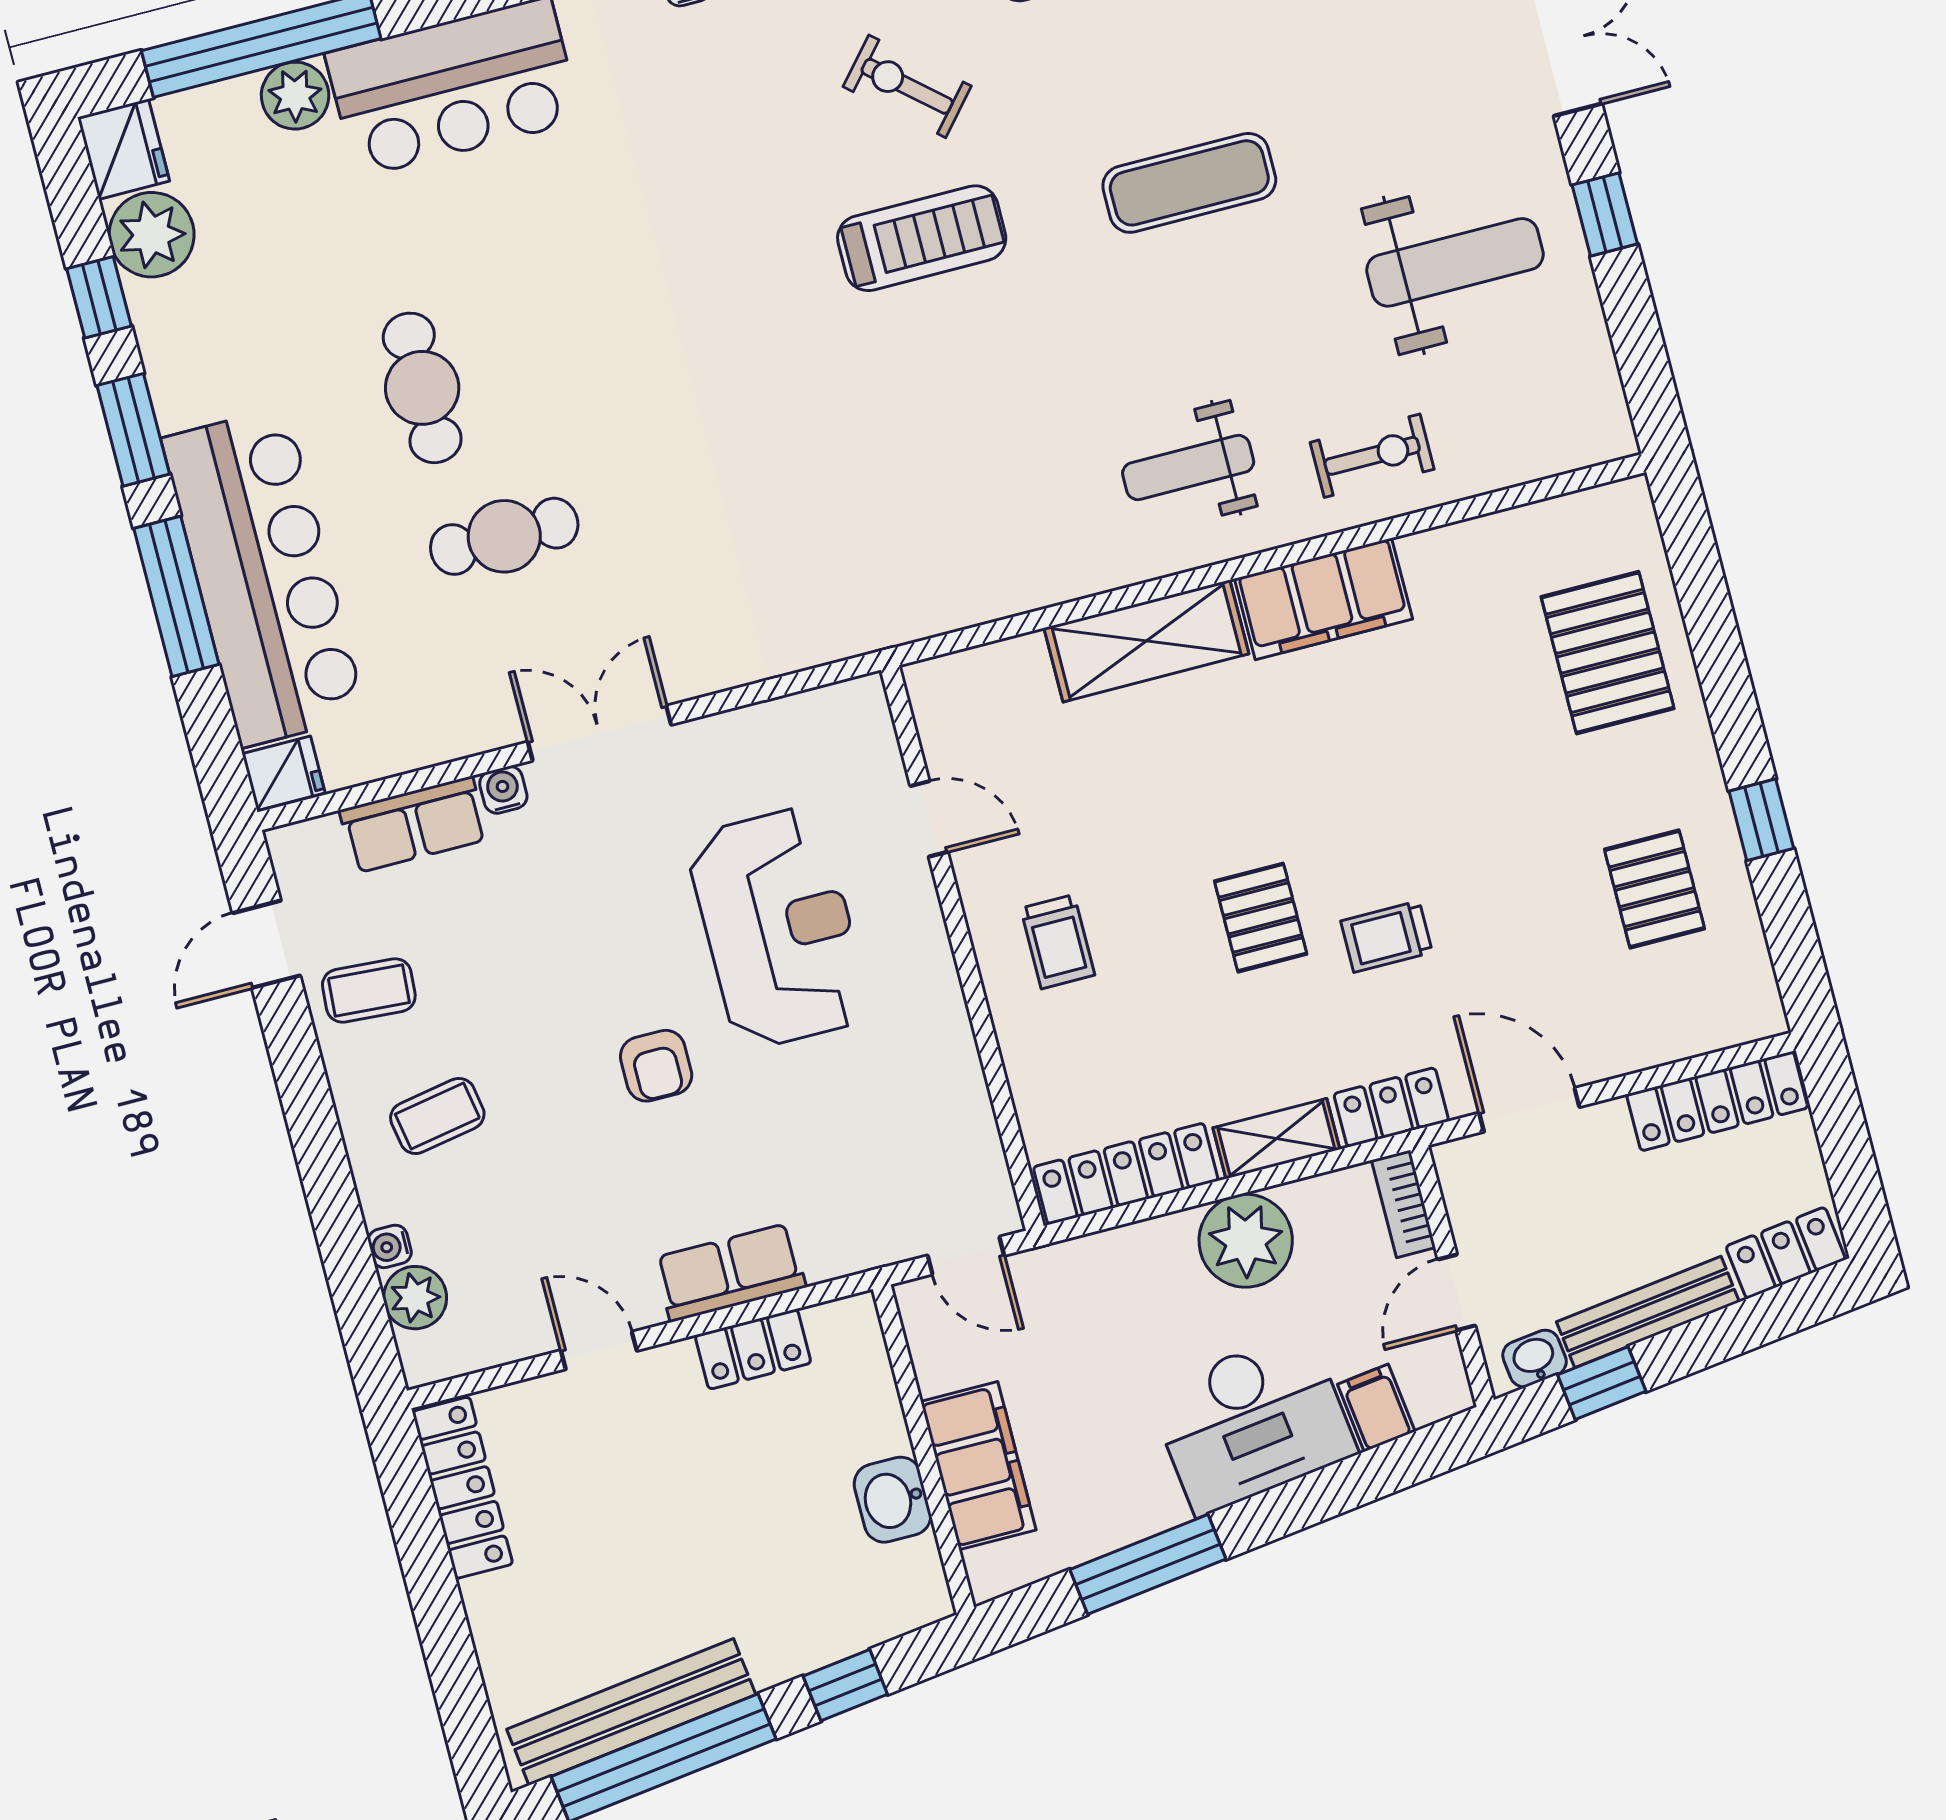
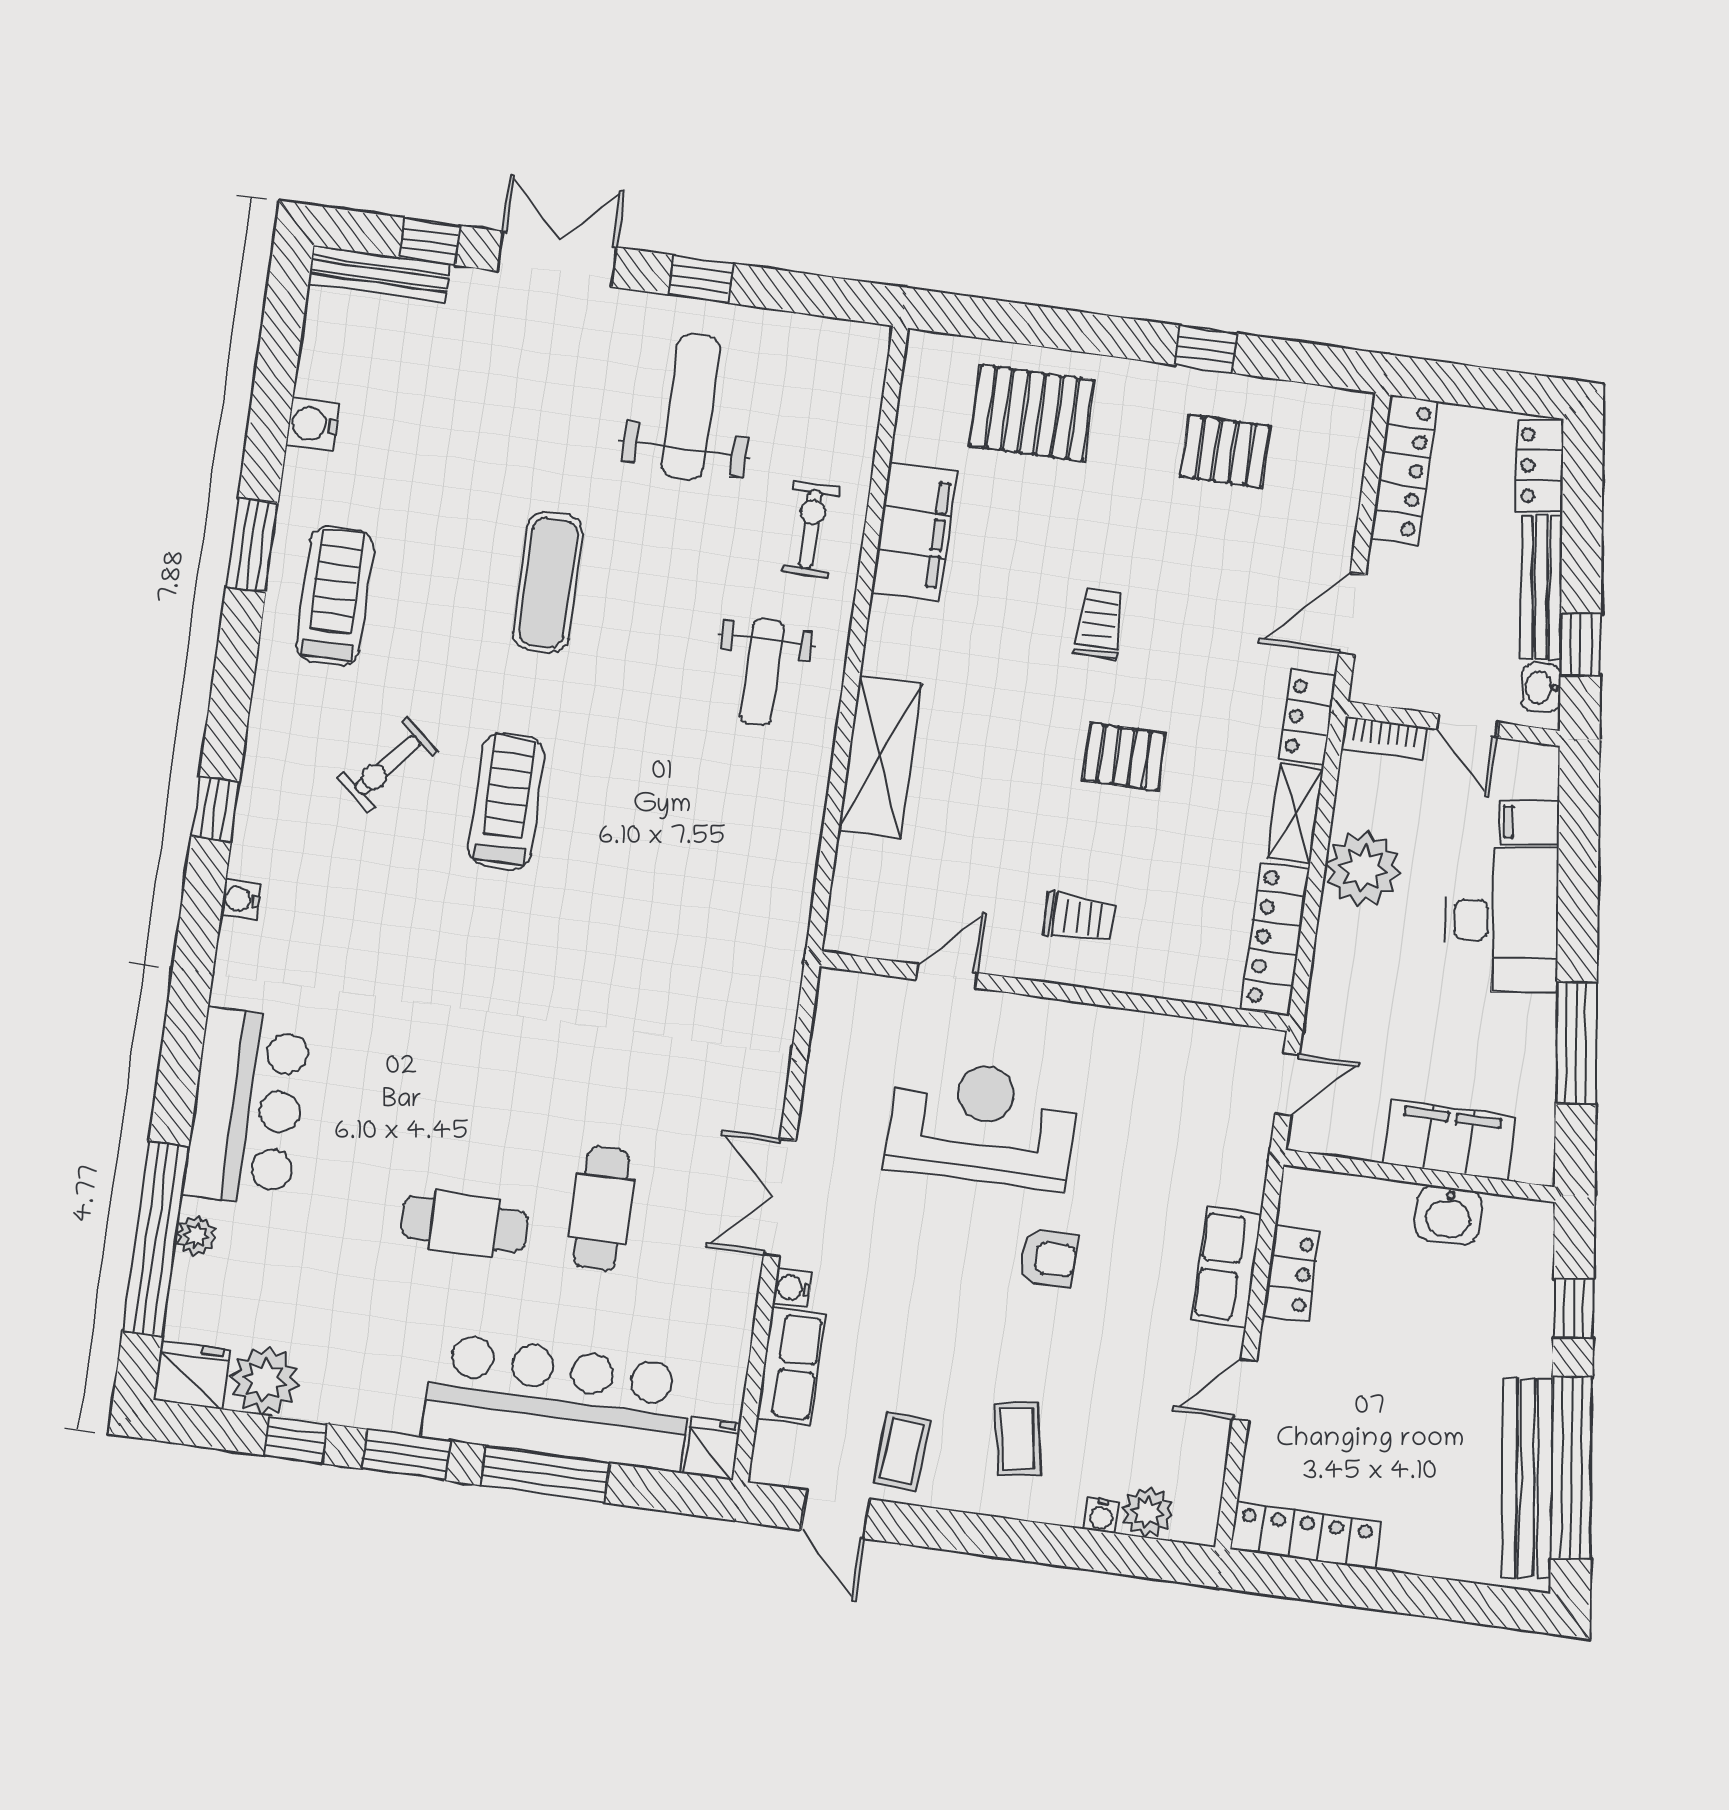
plant: (295, 96) -> (196, 1236), width x0.73, depth x0.73
filing cabinet: (1323, 599) -> (914, 532), moved
trolley: (1386, 937) -> (1099, 624), moved, turned 180

